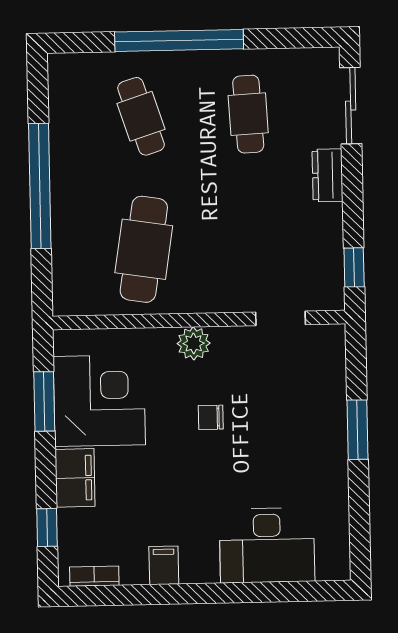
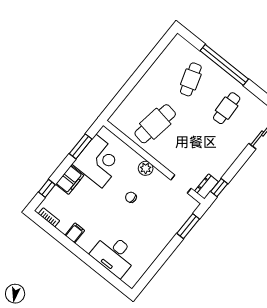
dresser: (328, 175) -> (207, 186), moved
window: (40, 186) -> (139, 74), removed
window: (357, 430) -> (188, 226), moved

